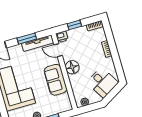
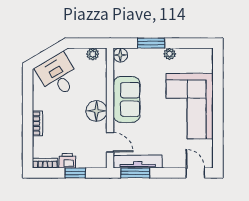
printer: (62, 37) -> (67, 161), moved
window: (27, 39) -> (135, 173), moved
floor lamp: (67, 106) -> (120, 55), added

